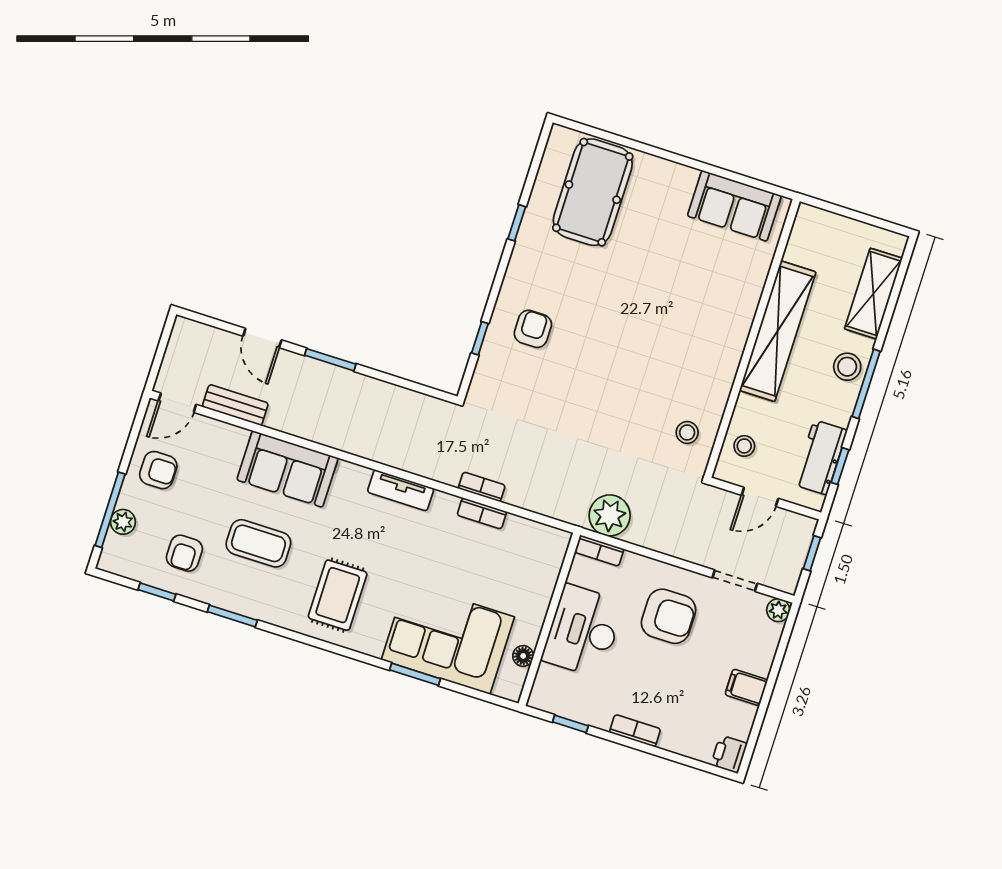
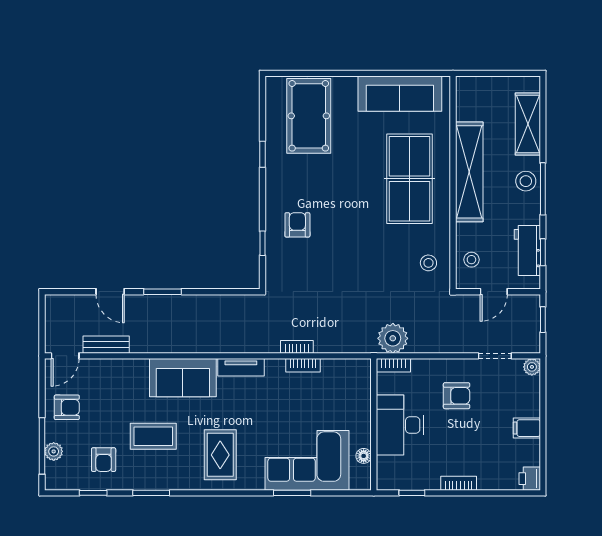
sofa: (734, 206) -> (400, 94), width x1.36
table tennis table: (697, 315) -> (409, 179), added
sofa: (288, 469) -> (183, 378), moved
armchair: (669, 616) -> (457, 396), width x0.72, depth x0.72

